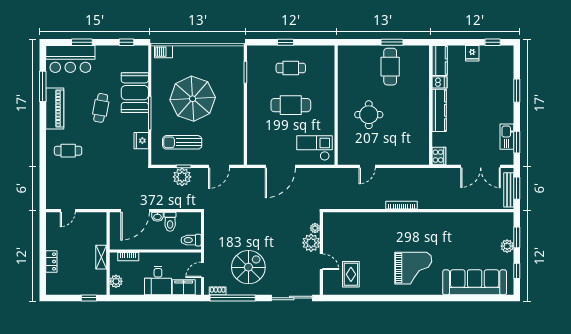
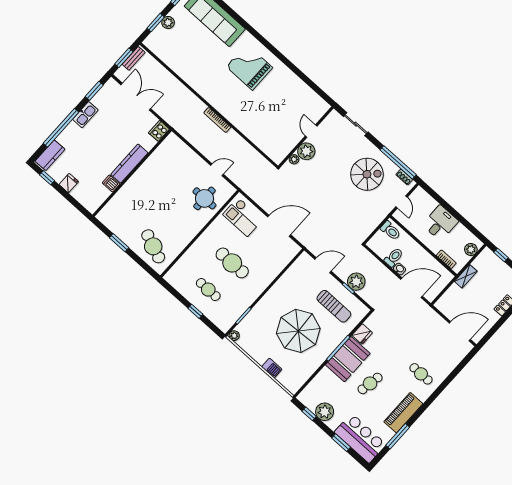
plant: (239, 50) -> (234, 336), added
barbecue: (164, 52) -> (272, 368), moved
plant: (116, 55) -> (325, 412), added
kitchen counter: (440, 60) -> (50, 155), moved, turned 180
cafe table: (390, 67) -> (153, 246), moved, turned -68
window: (517, 91) -> (61, 128), width x2.11
booth: (135, 93) -> (348, 359), moved
round table: (369, 115) -> (204, 198), moved
kitchen sink: (507, 137) -> (85, 115), moved
bench: (509, 190) -> (134, 58), width x0.73
door: (68, 211) -> (460, 331), width x1.87
spiral stairs: (248, 267) -> (367, 174), turned 180
door: (202, 270) -> (402, 202), hinge flipped
rug: (351, 274) -> (298, 103), removed
filing cabinet: (184, 287) -> (426, 202), removed
sliding door: (292, 298) -> (356, 124), width x0.73

